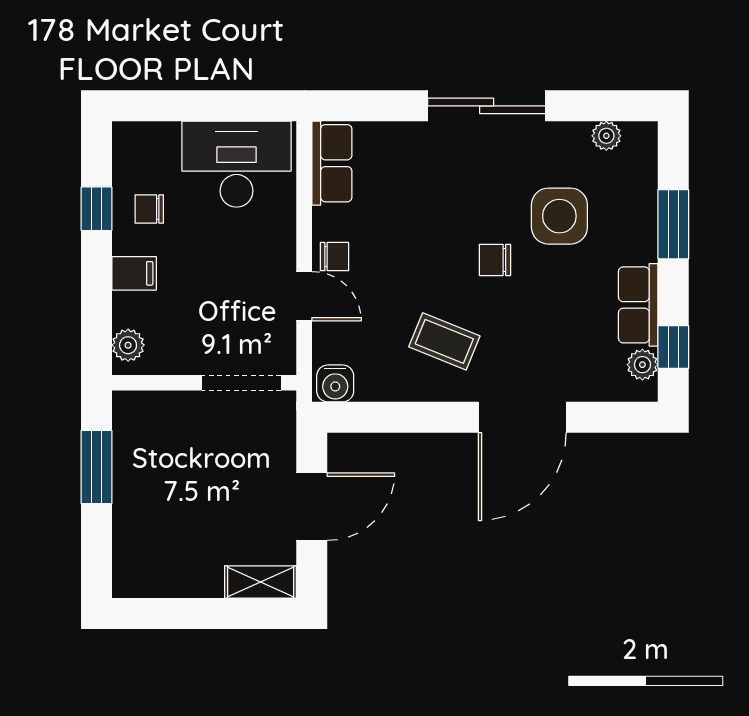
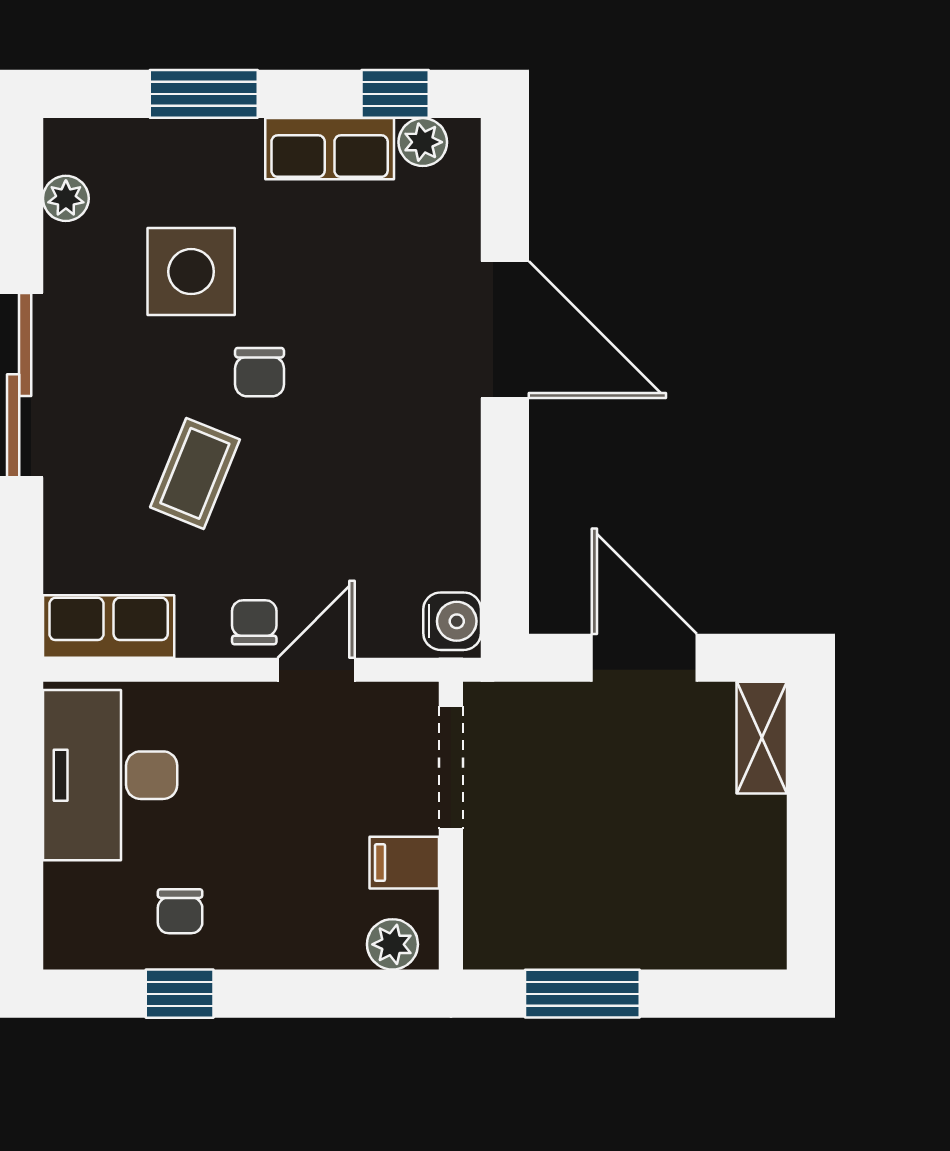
filing cabinet: (134, 273) -> (404, 863), moved, turned -90
coffee table: (444, 341) -> (195, 473), moved

